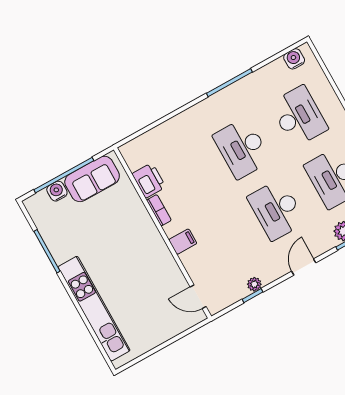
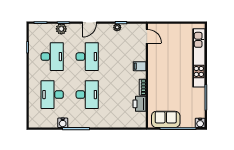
water cooler: (294, 59) -> (63, 123), moved
water cooler: (57, 191) -> (200, 123), moved

